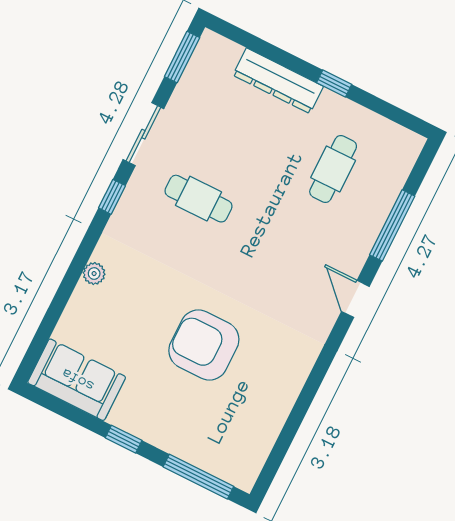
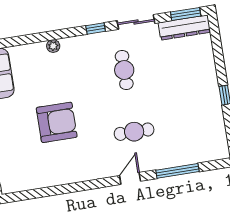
dresser: (278, 81) -> (184, 28), moved, turned -90
cafe table: (333, 169) -> (134, 132), moved
armchair: (204, 345) -> (57, 122), turned 90

